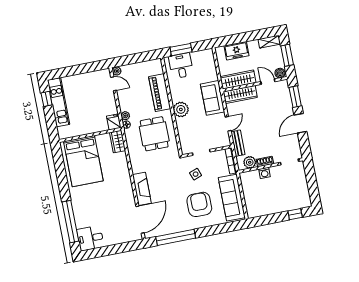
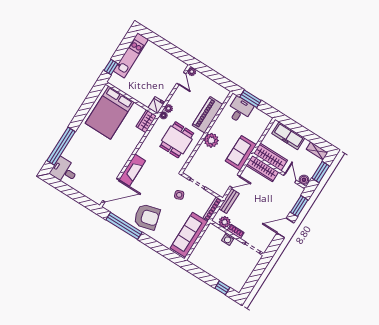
freezer: (237, 51) -> (288, 136), width x1.40
window: (47, 99) -> (111, 67), moved
armchair: (199, 204) -> (147, 217), moved, turned 75

